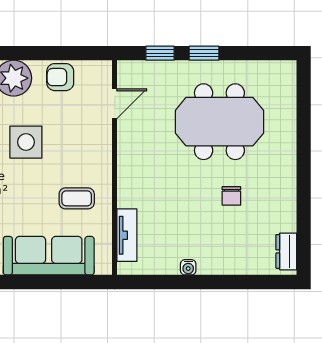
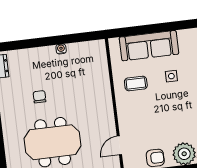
side table: (26, 142) -> (171, 76), moved, width x0.54, depth x0.54
tv unit: (127, 235) -> (102, 64), removed

